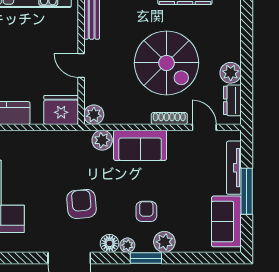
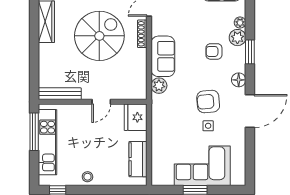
plant: (94, 115) -> (139, 92), removed
side table: (50, 204) -> (208, 126), added
plant: (127, 245) -> (240, 23), moved

